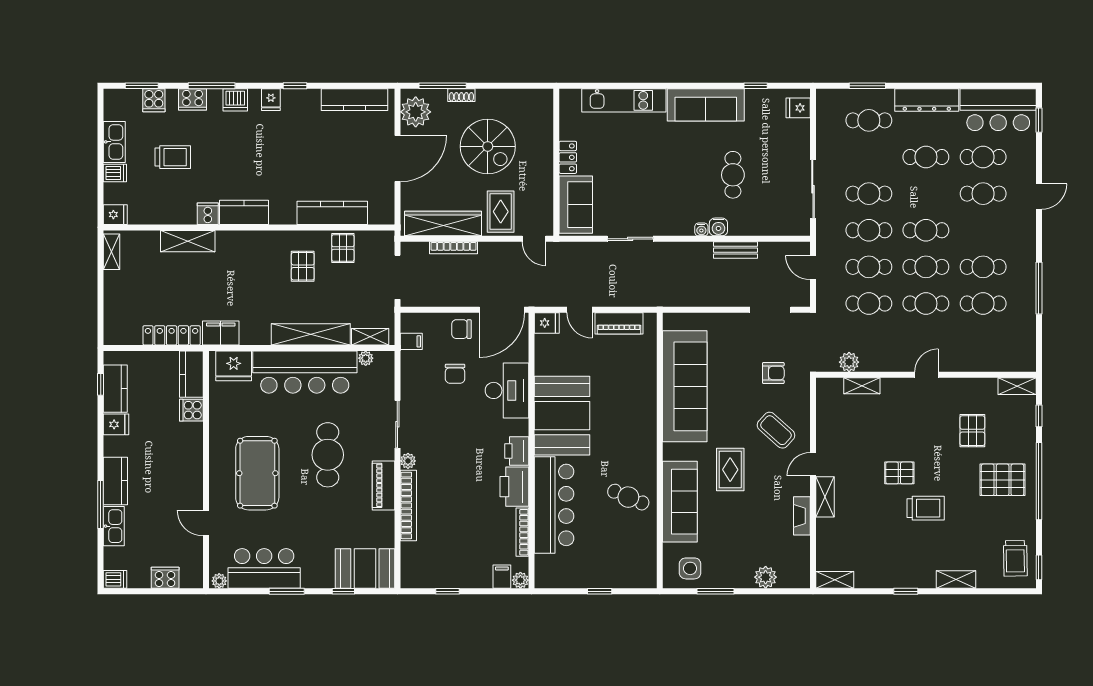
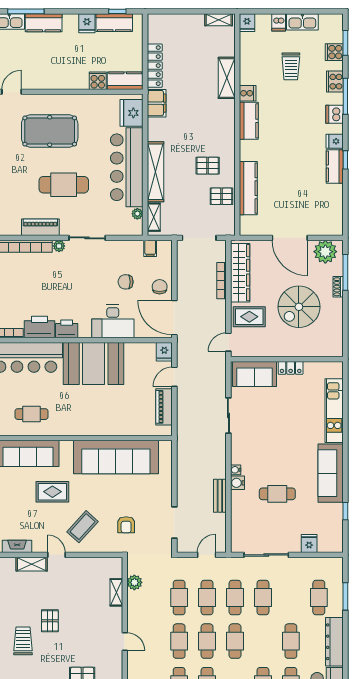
kitchen counter: (354, 100) -> (335, 166), moved, width x0.67
fridge: (798, 108) -> (309, 544), moved
cafe table: (628, 497) -> (31, 414), turned 67
trolley: (926, 508) -> (23, 641), turned 180

